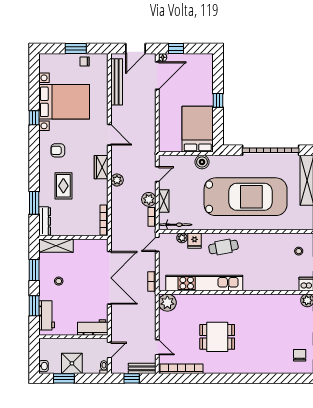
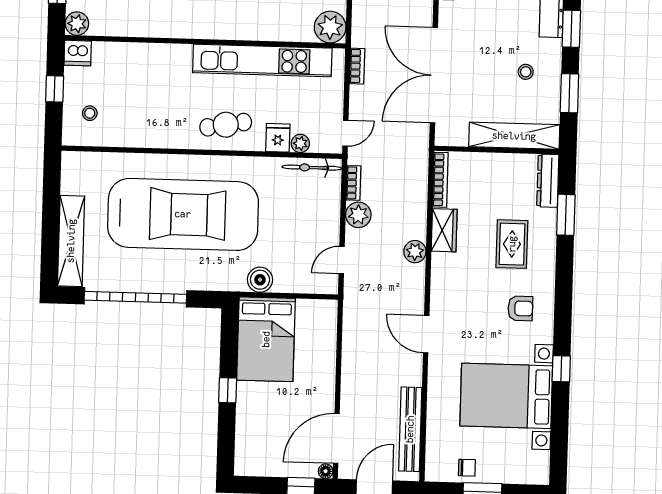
wardrobe: (101, 167) -> (444, 230), moved
car: (246, 197) -> (183, 214), turned 180
shelving: (164, 201) -> (331, 211), removed
shelving: (56, 246) -> (514, 136), width x1.47

